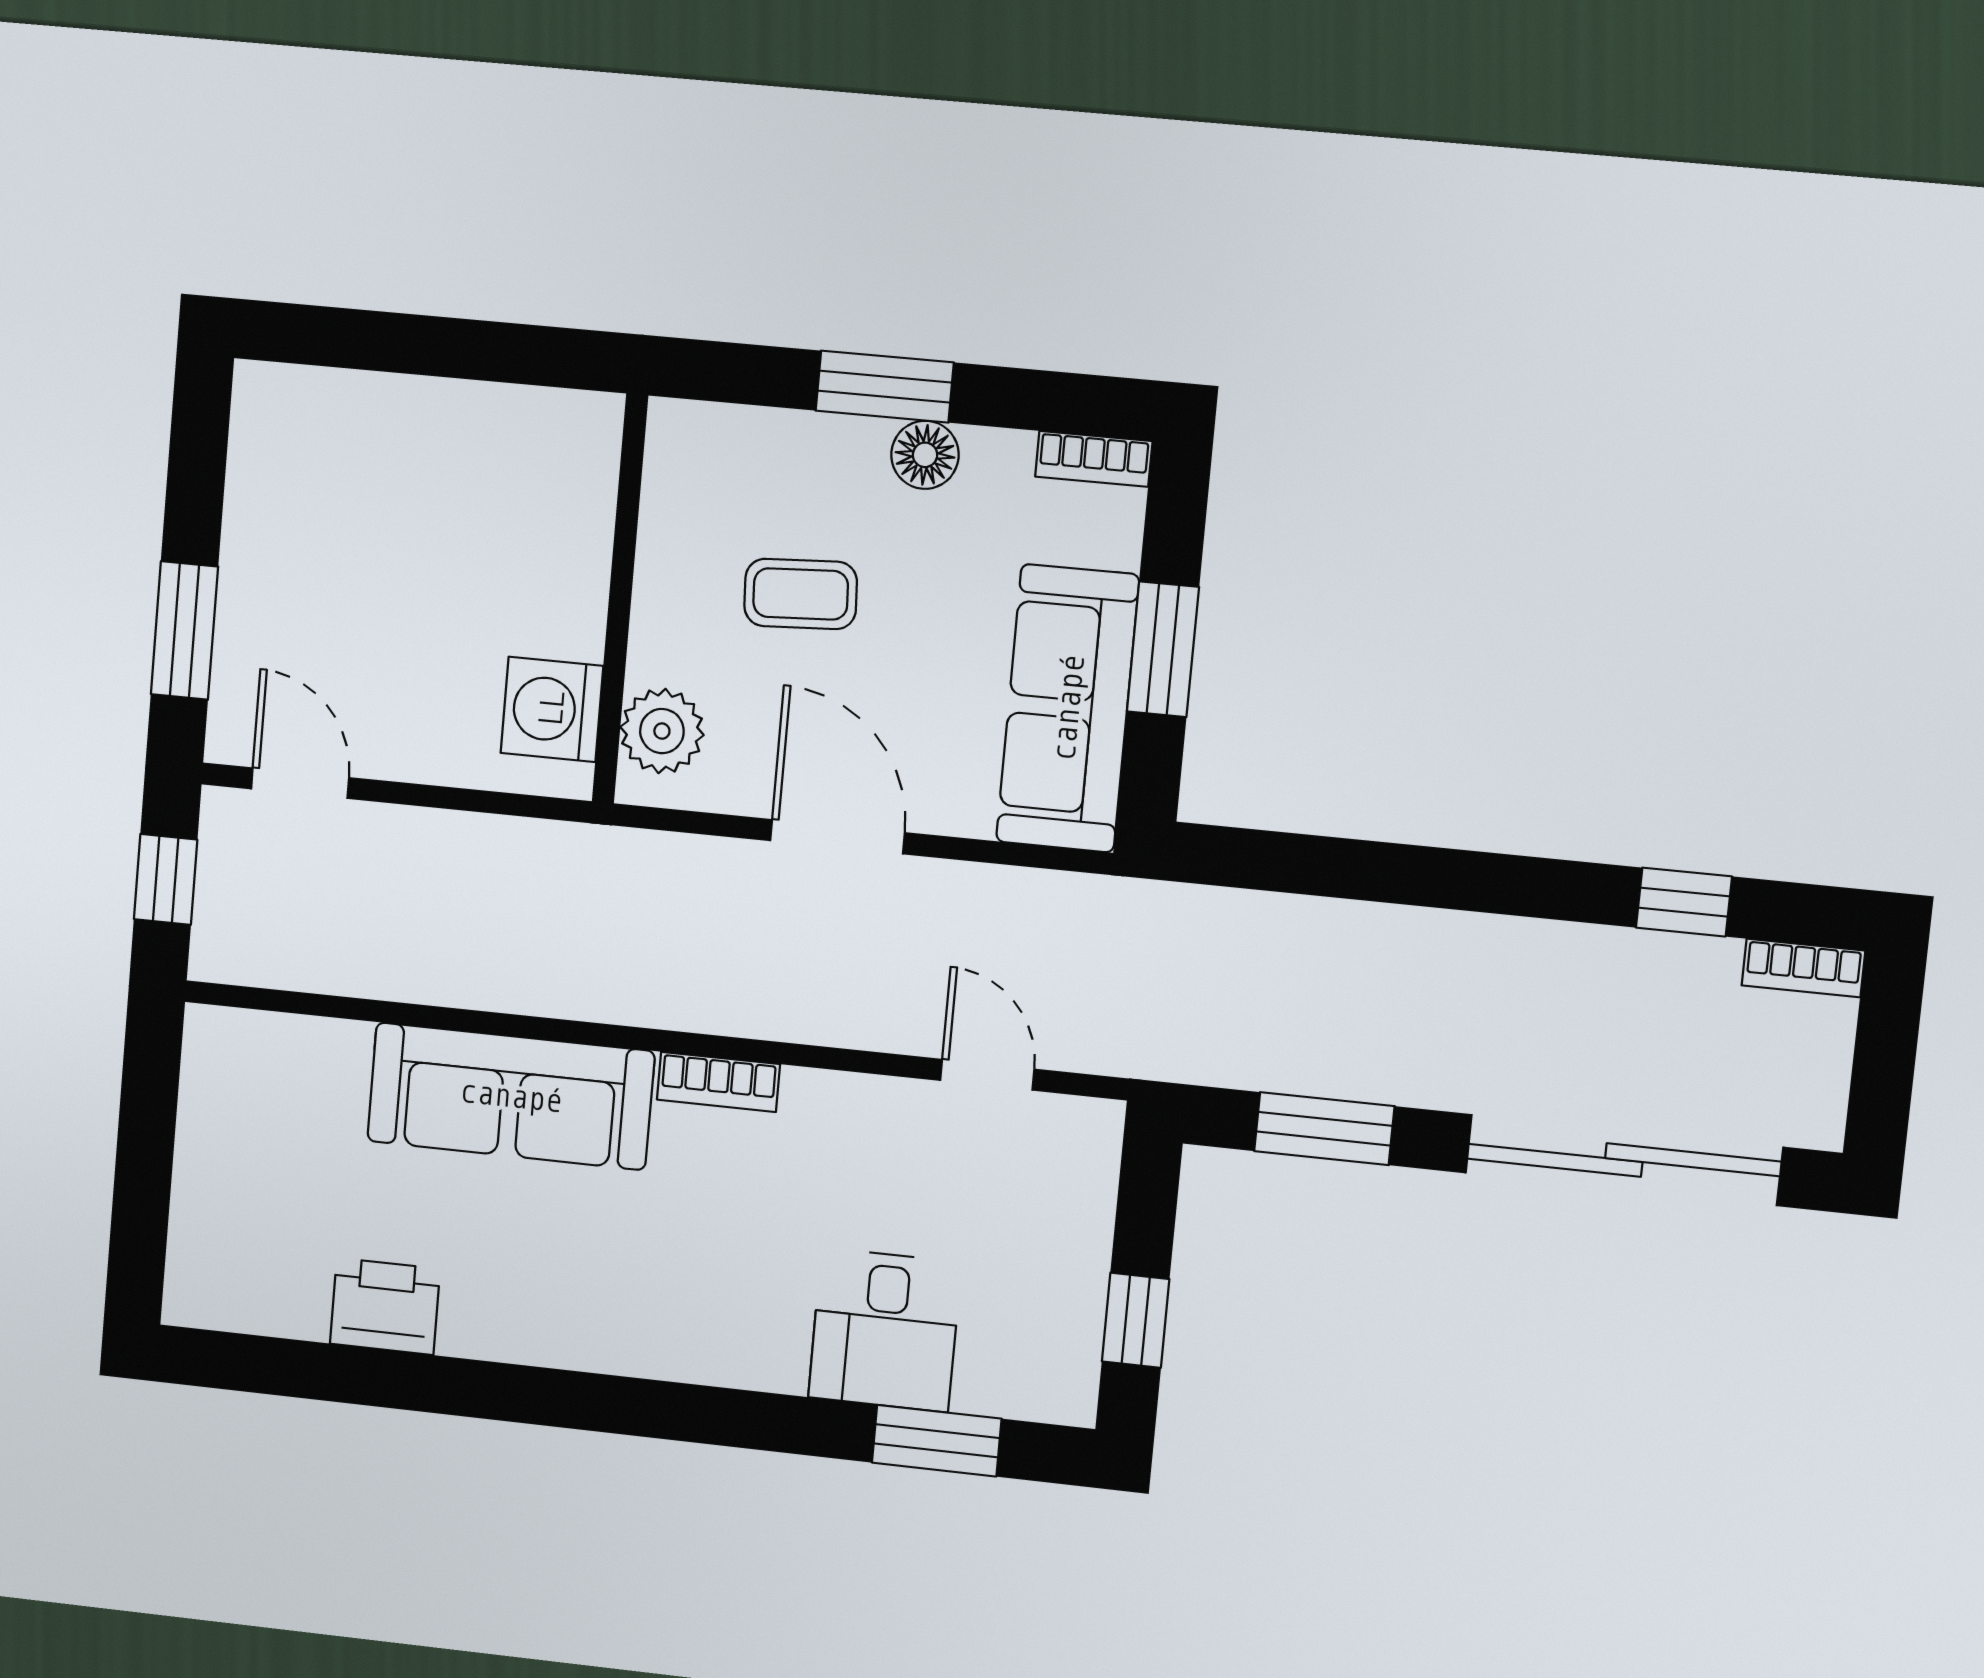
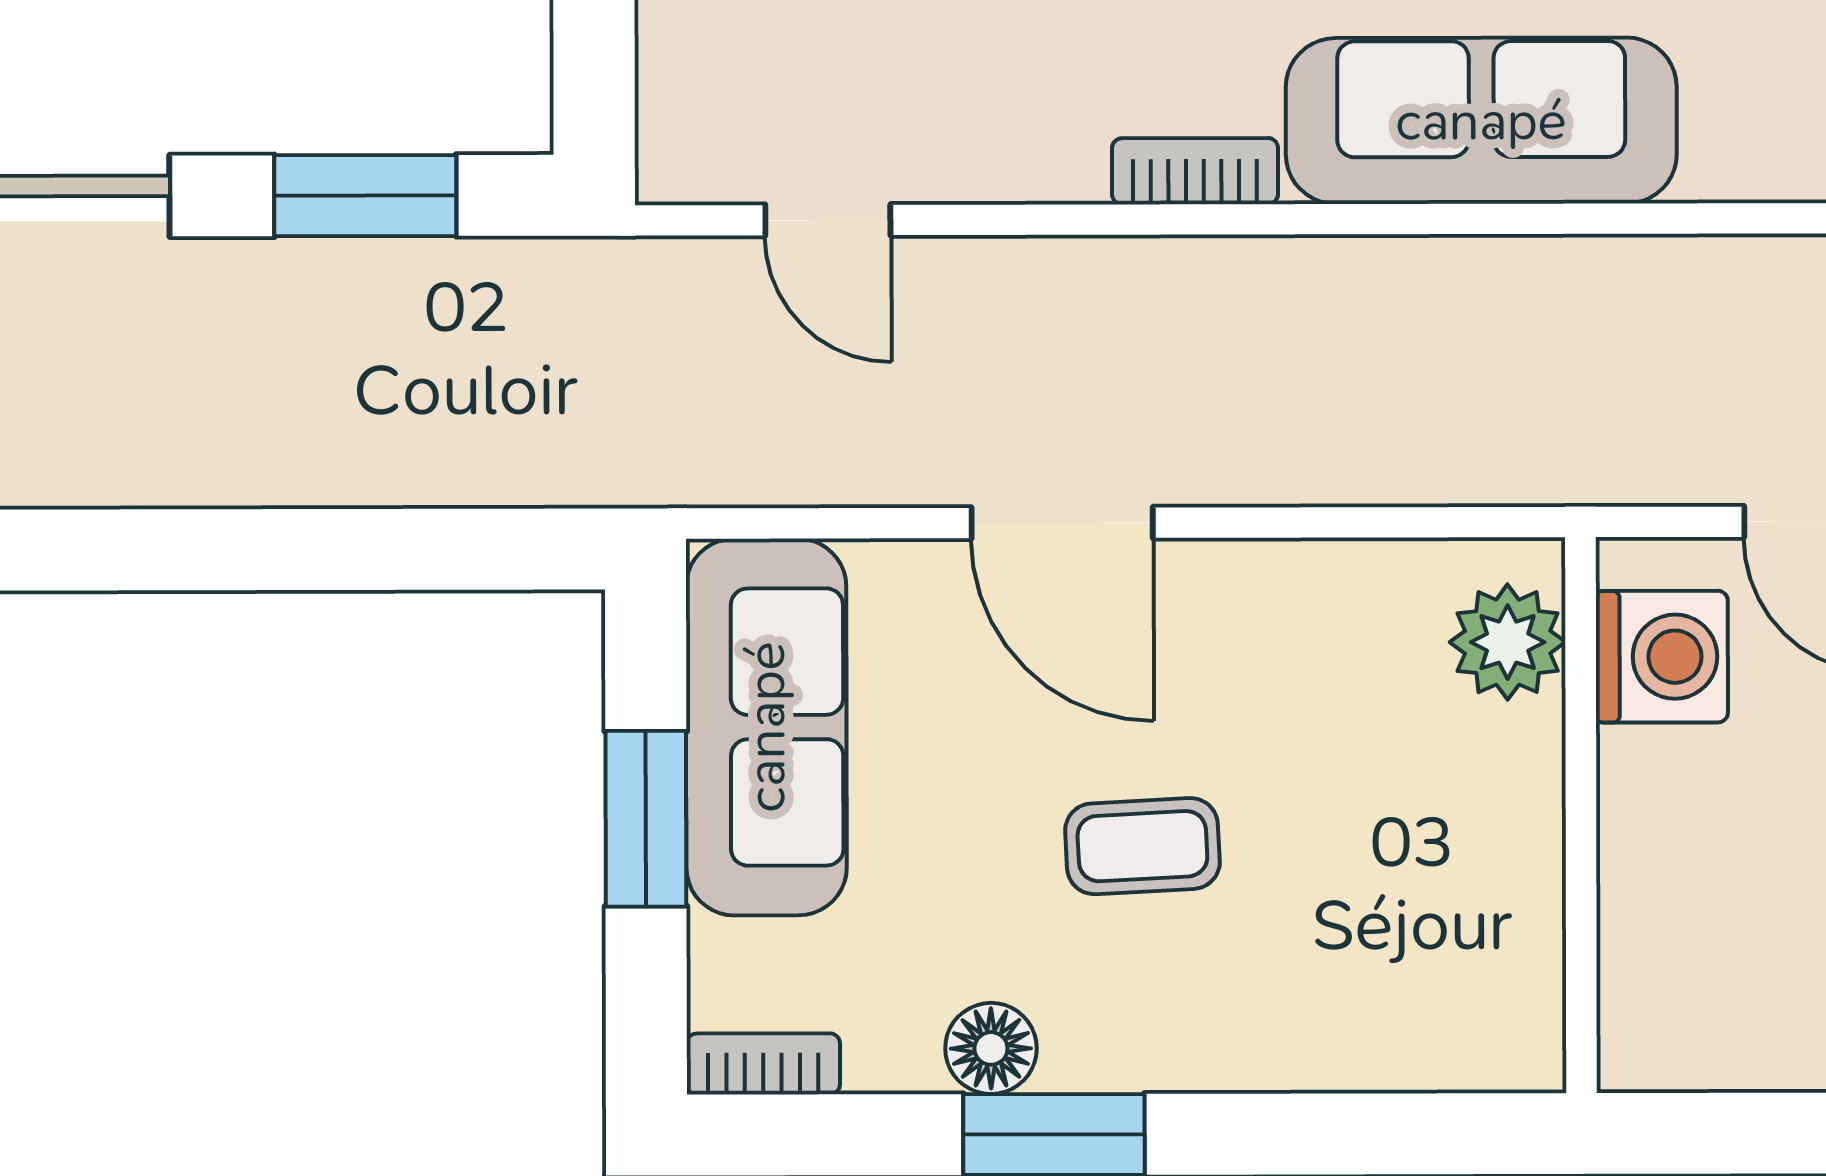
wall: (620, 599) -> (1581, 815), moved
washing machine: (552, 709) -> (1662, 657), moved
plant: (662, 731) -> (1508, 642), moved

